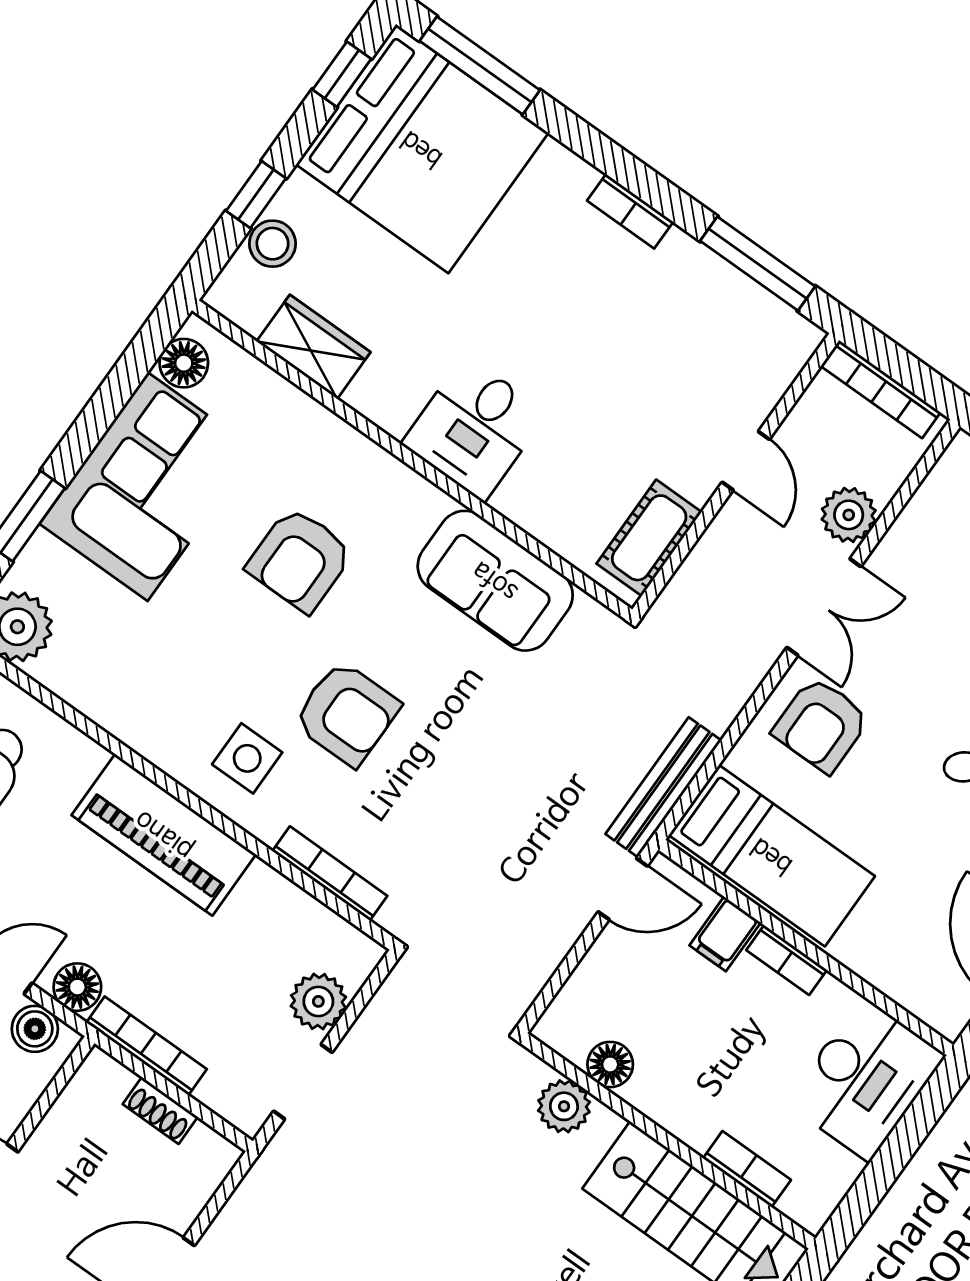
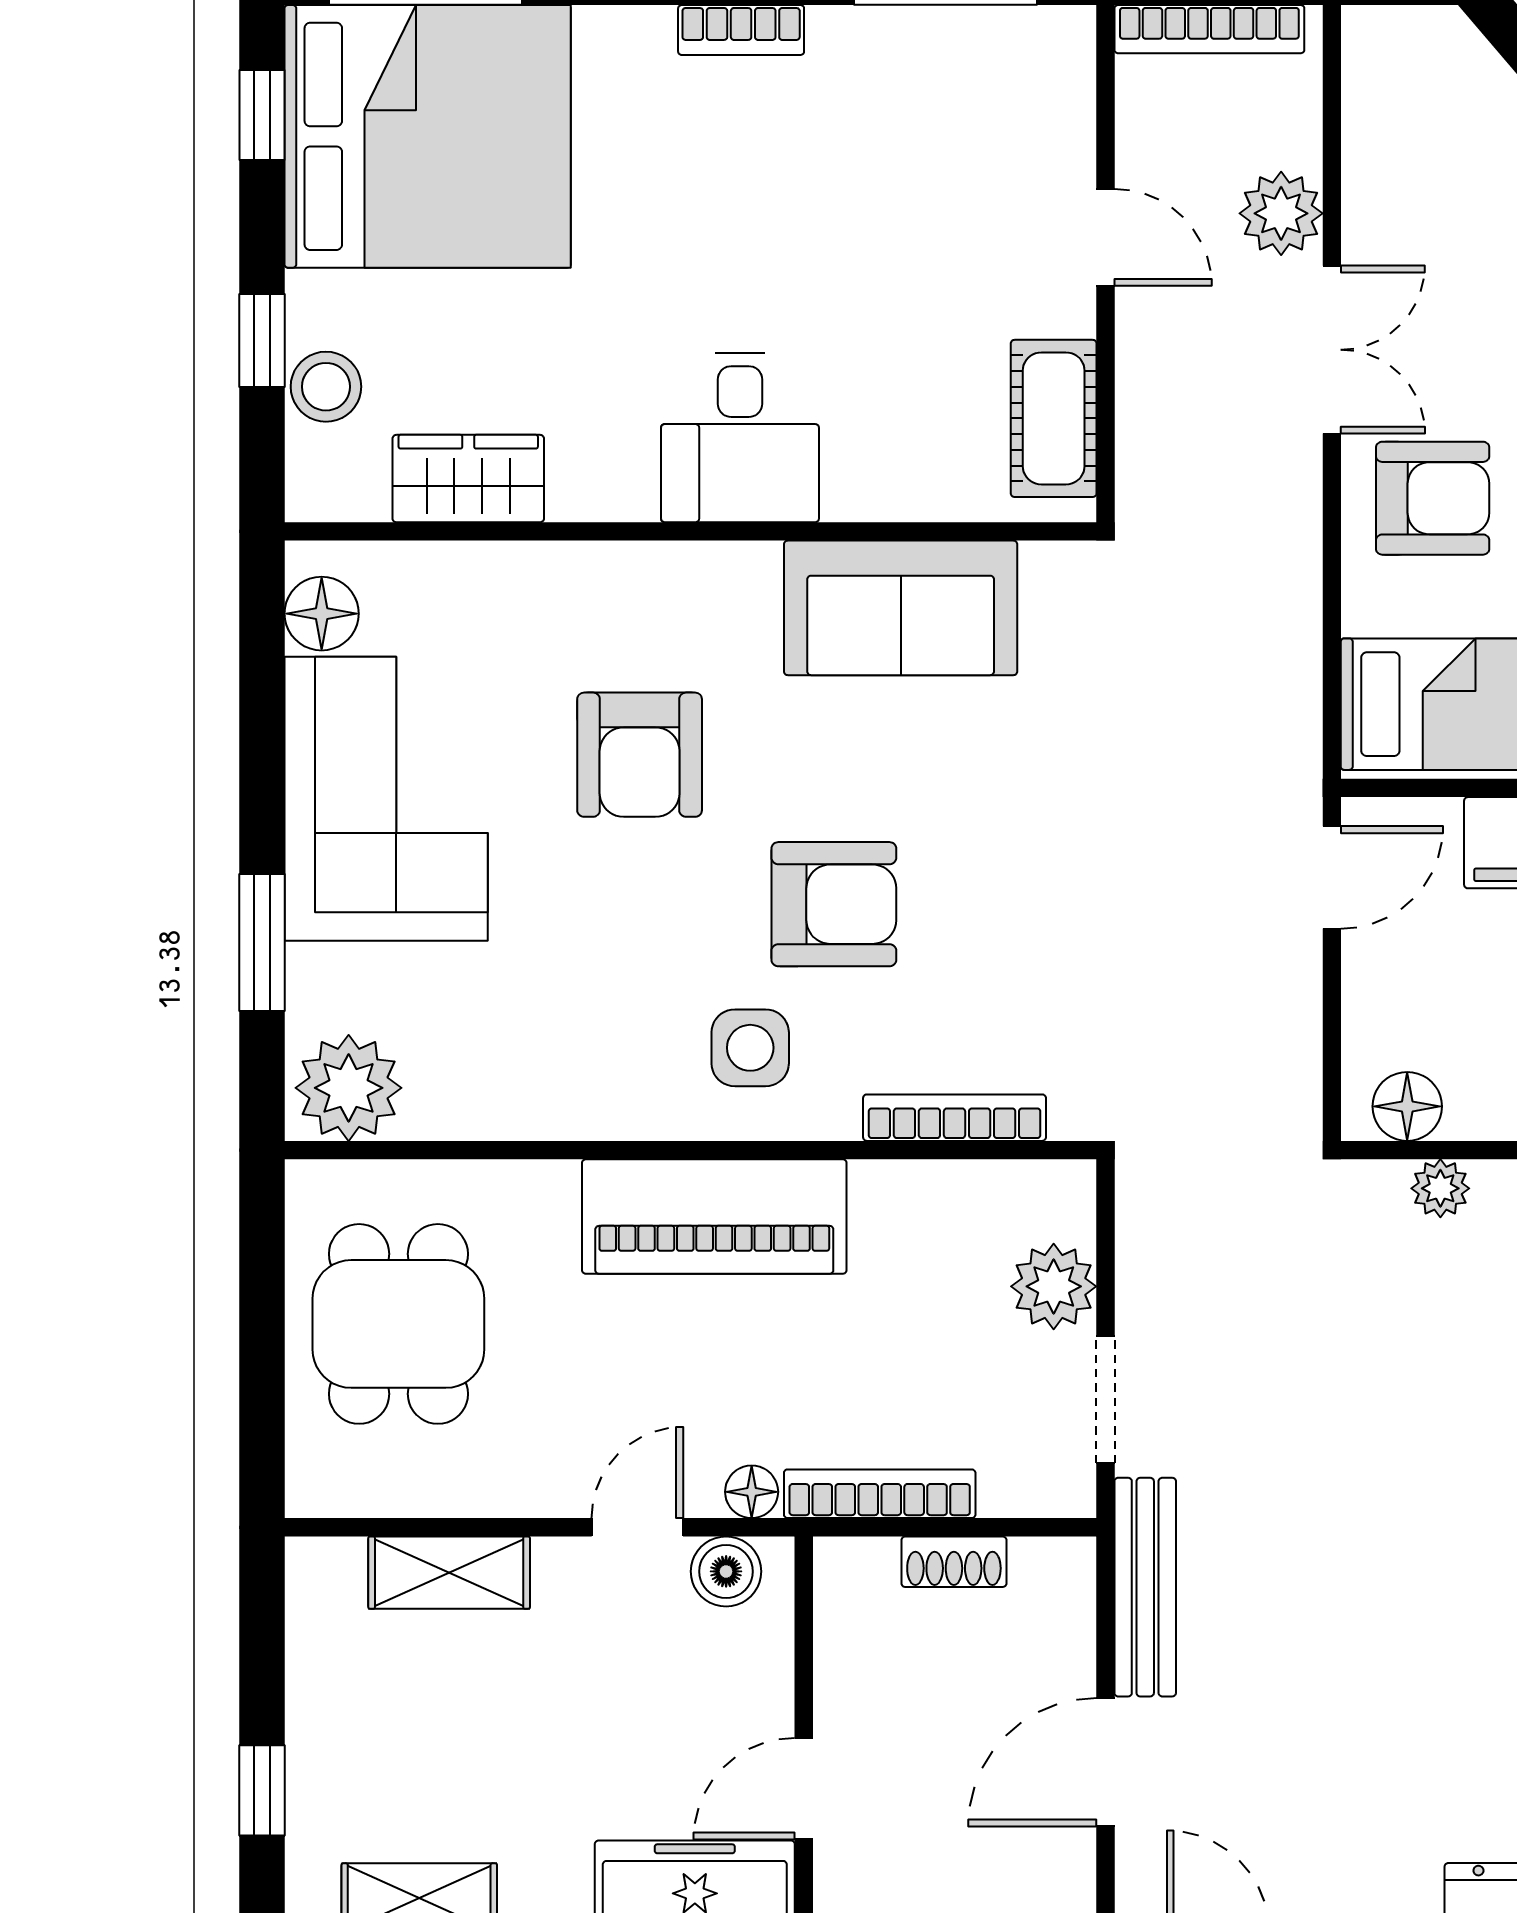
armchair: (821, 725) -> (1433, 498), turned -90
bench: (663, 787) -> (1145, 1587), moved
floor lamp: (77, 987) -> (752, 1492), width x0.73, depth x0.73
floor lamp: (610, 1064) -> (1407, 1106), moved
plant: (564, 1106) -> (1440, 1188), width x0.73, depth x0.73

